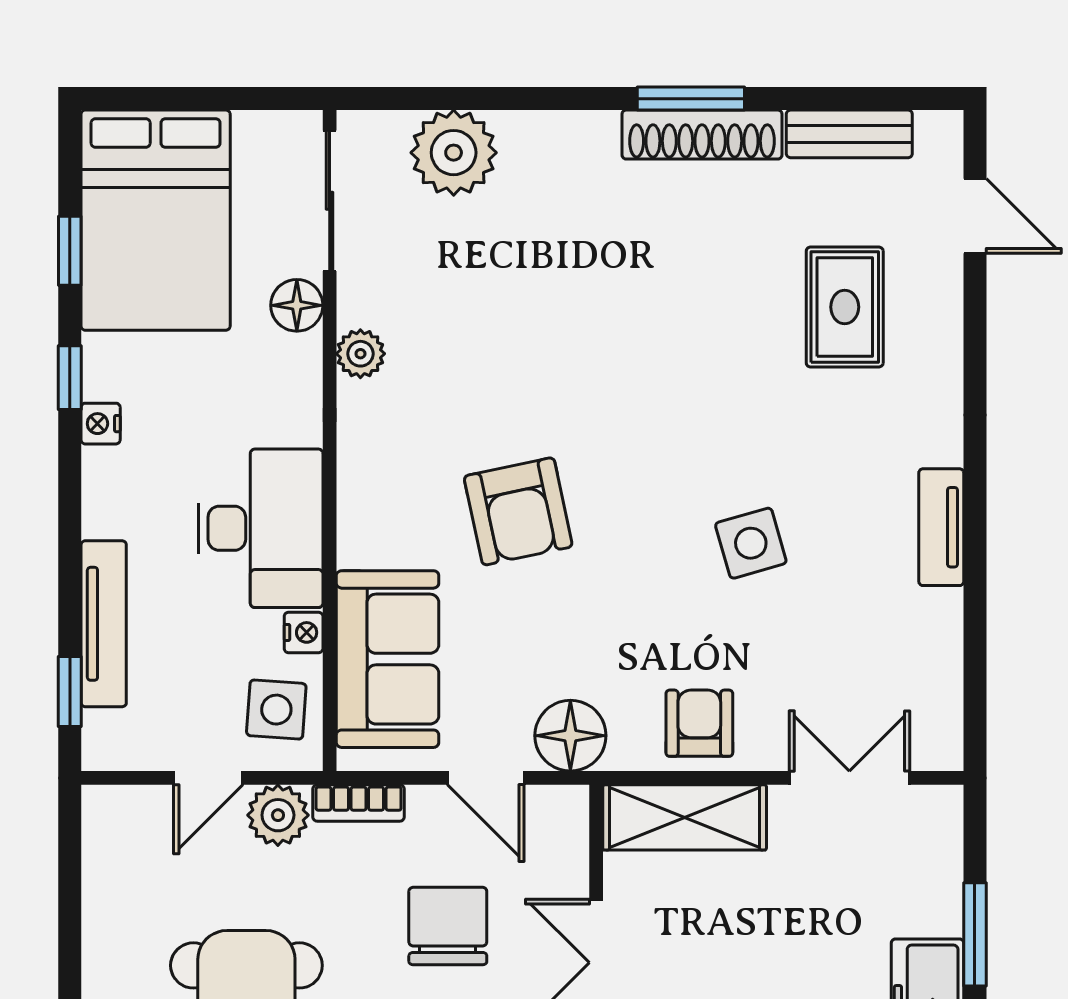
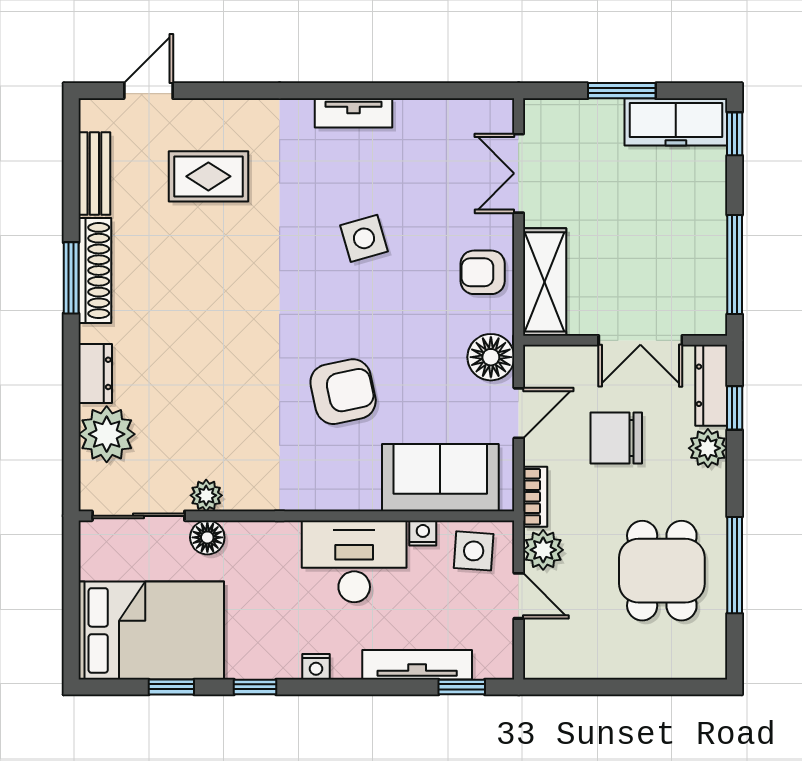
dresser: (546, 135) -> (95, 373), added
plant: (360, 354) -> (206, 495), moved
nightstand: (101, 424) -> (316, 667), moved

